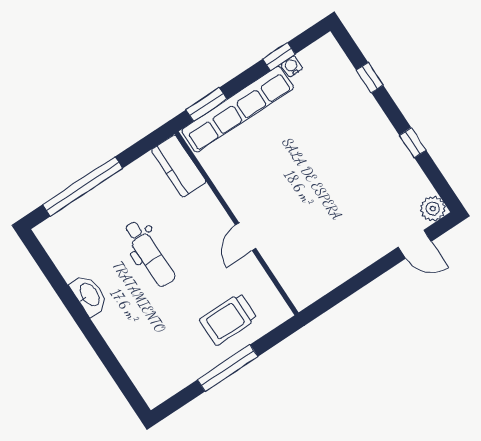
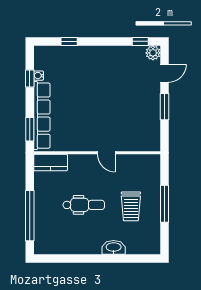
window: (413, 143) -> (140, 41), moved
window: (367, 276) -> (164, 107), added
washbasin: (89, 295) -> (114, 247), moved
trolley: (228, 319) -> (131, 206), moved

